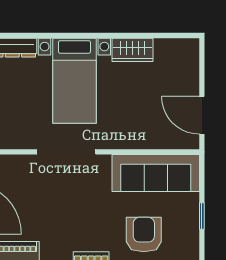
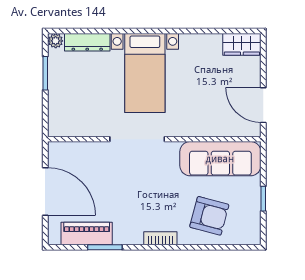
wardrobe: (133, 50) -> (242, 44), moved
armchair: (144, 235) -> (209, 216), turned 105

